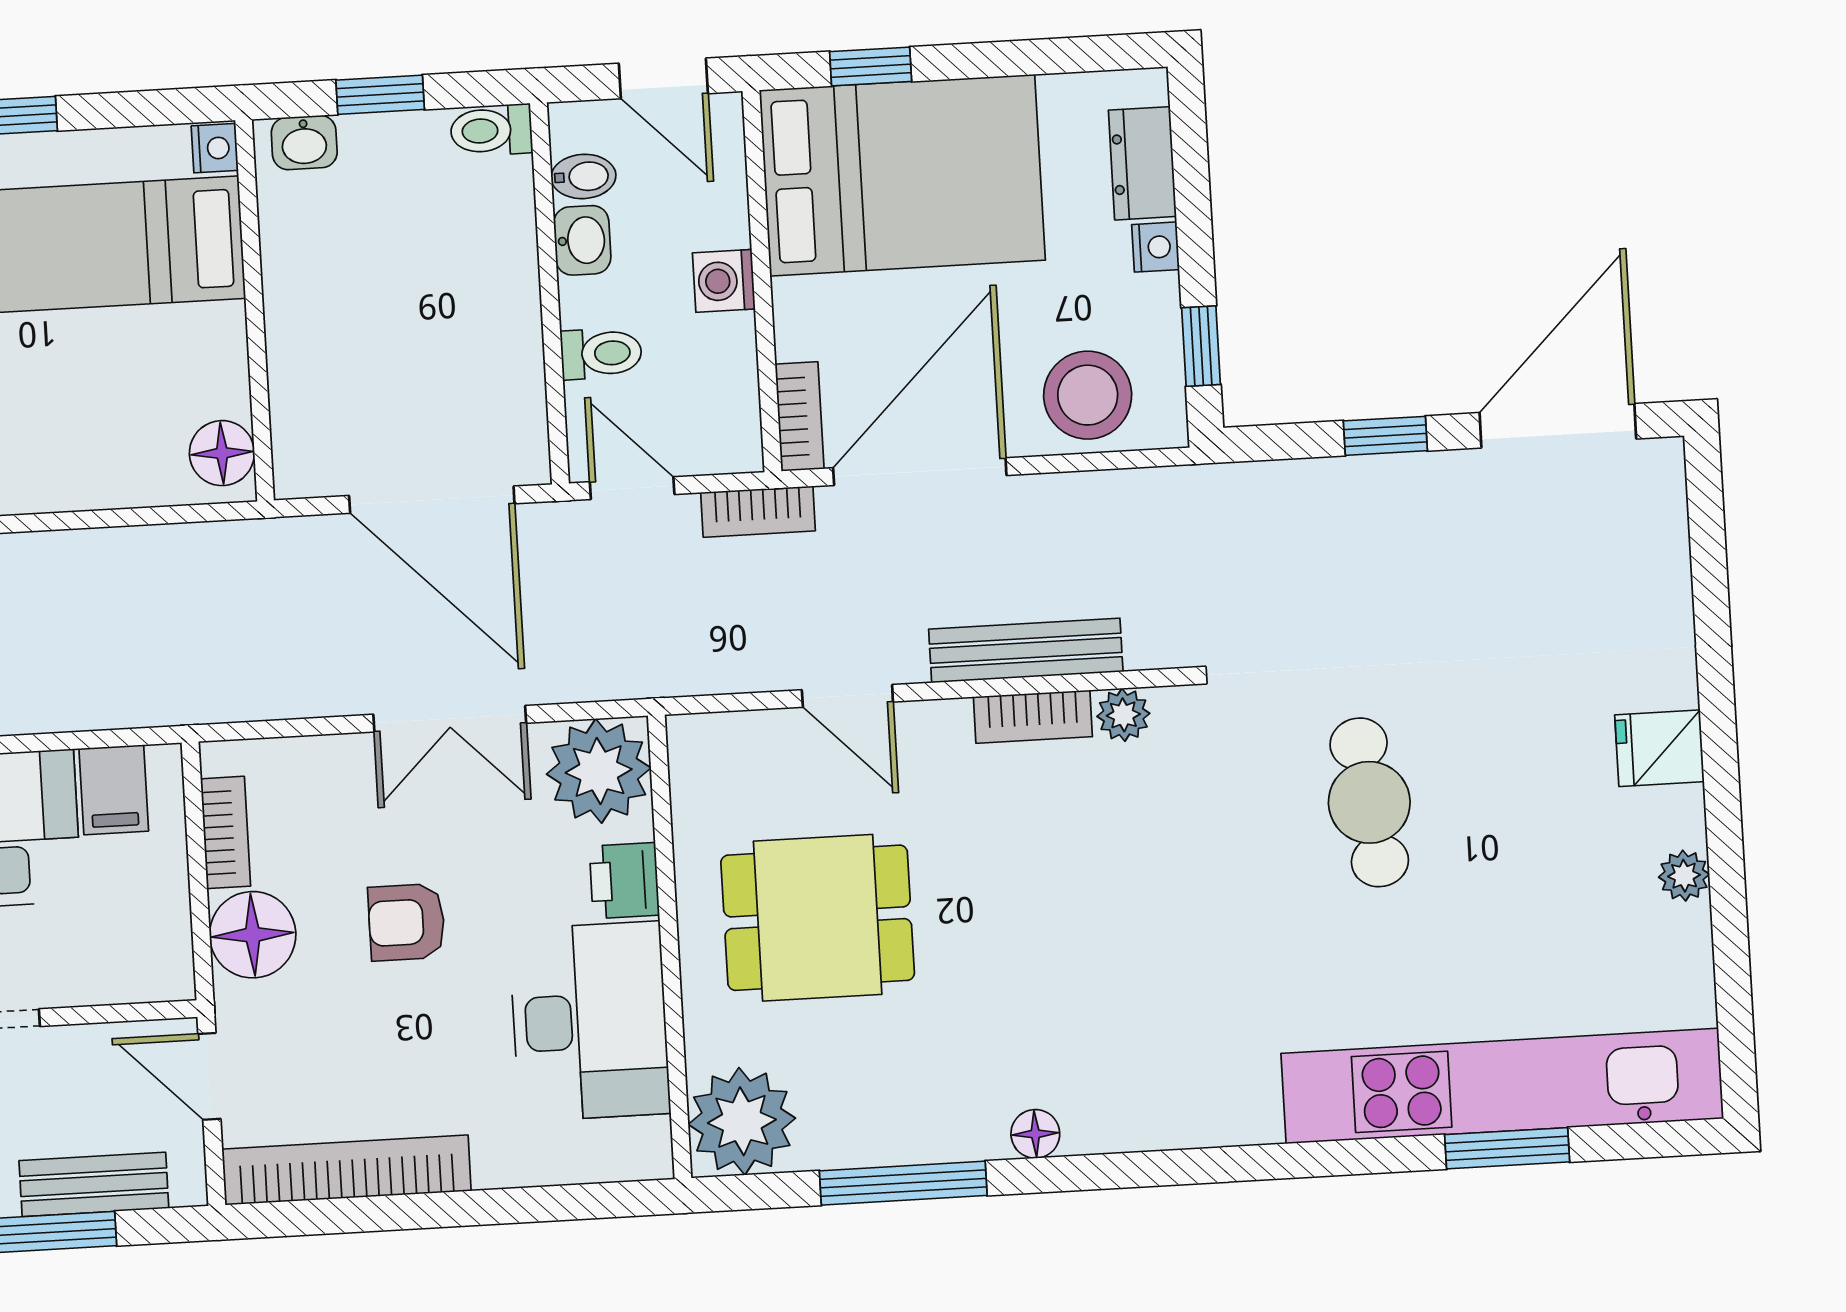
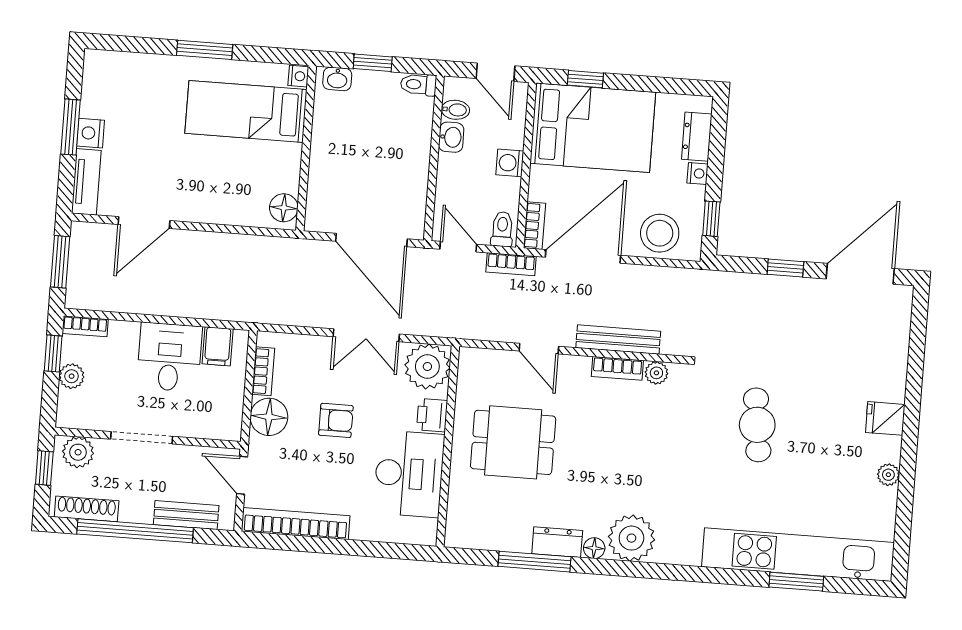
toilet: (601, 353) -> (502, 229), moved, turned -90
armchair: (407, 922) -> (336, 420), turned 180
plant: (742, 1121) -> (631, 538), moved
dresser: (949, 1132) -> (557, 542), added

